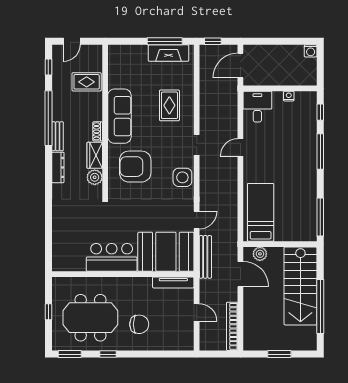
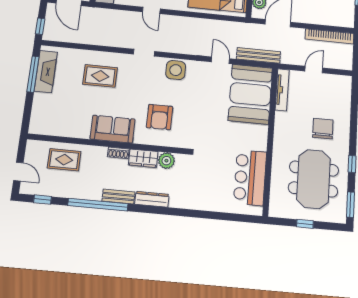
rug: (87, 82) -> (64, 160), turned 90
sofa: (119, 116) -> (113, 129), width x0.73
armchair: (135, 167) -> (160, 117), width x0.73, depth x0.73
bar counter: (112, 257) -> (250, 178), moved

